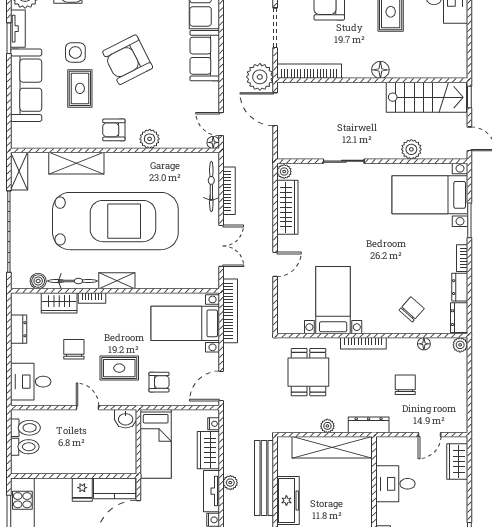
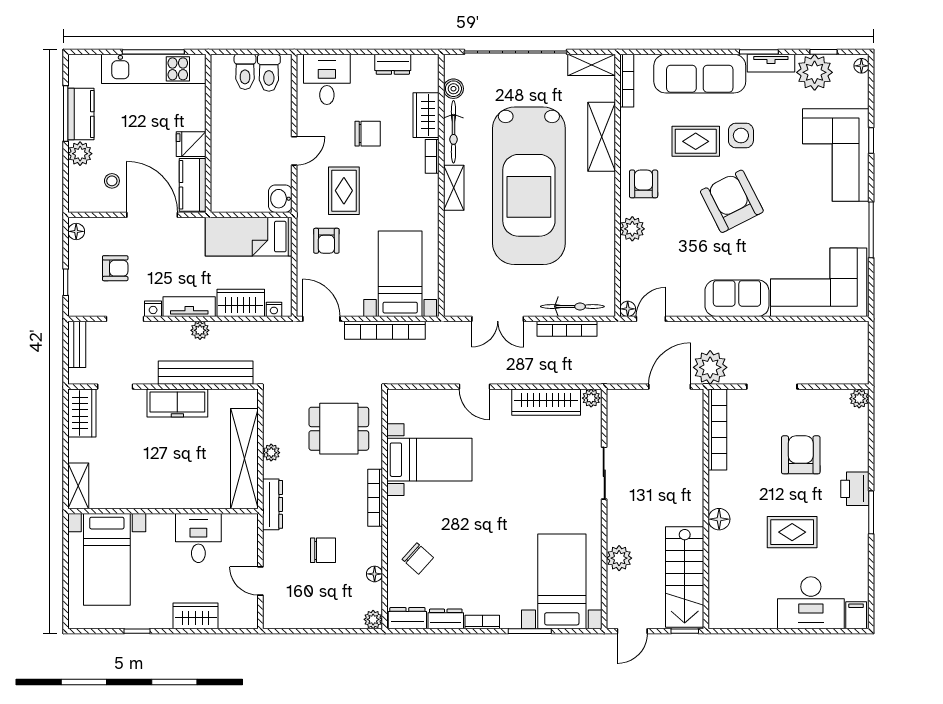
bookcase: (32, 143) -> (627, 81), added
bookcase: (230, 311) -> (385, 330), moved
wardrobe: (457, 461) -> (196, 616), moved

